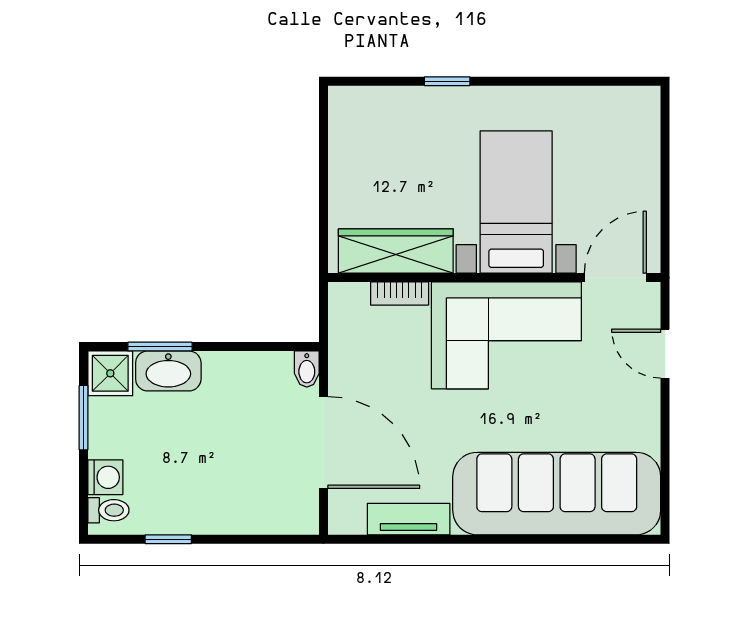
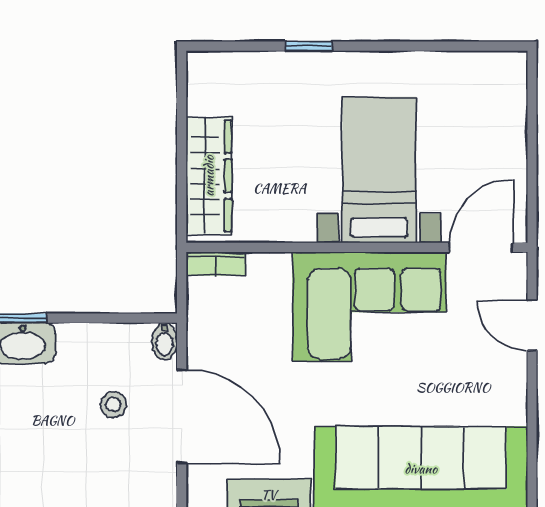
wardrobe: (396, 251) -> (209, 176), moved, turned 90
bookcase: (400, 294) -> (216, 264), moved
stool: (257, 431) -> (113, 404), added

